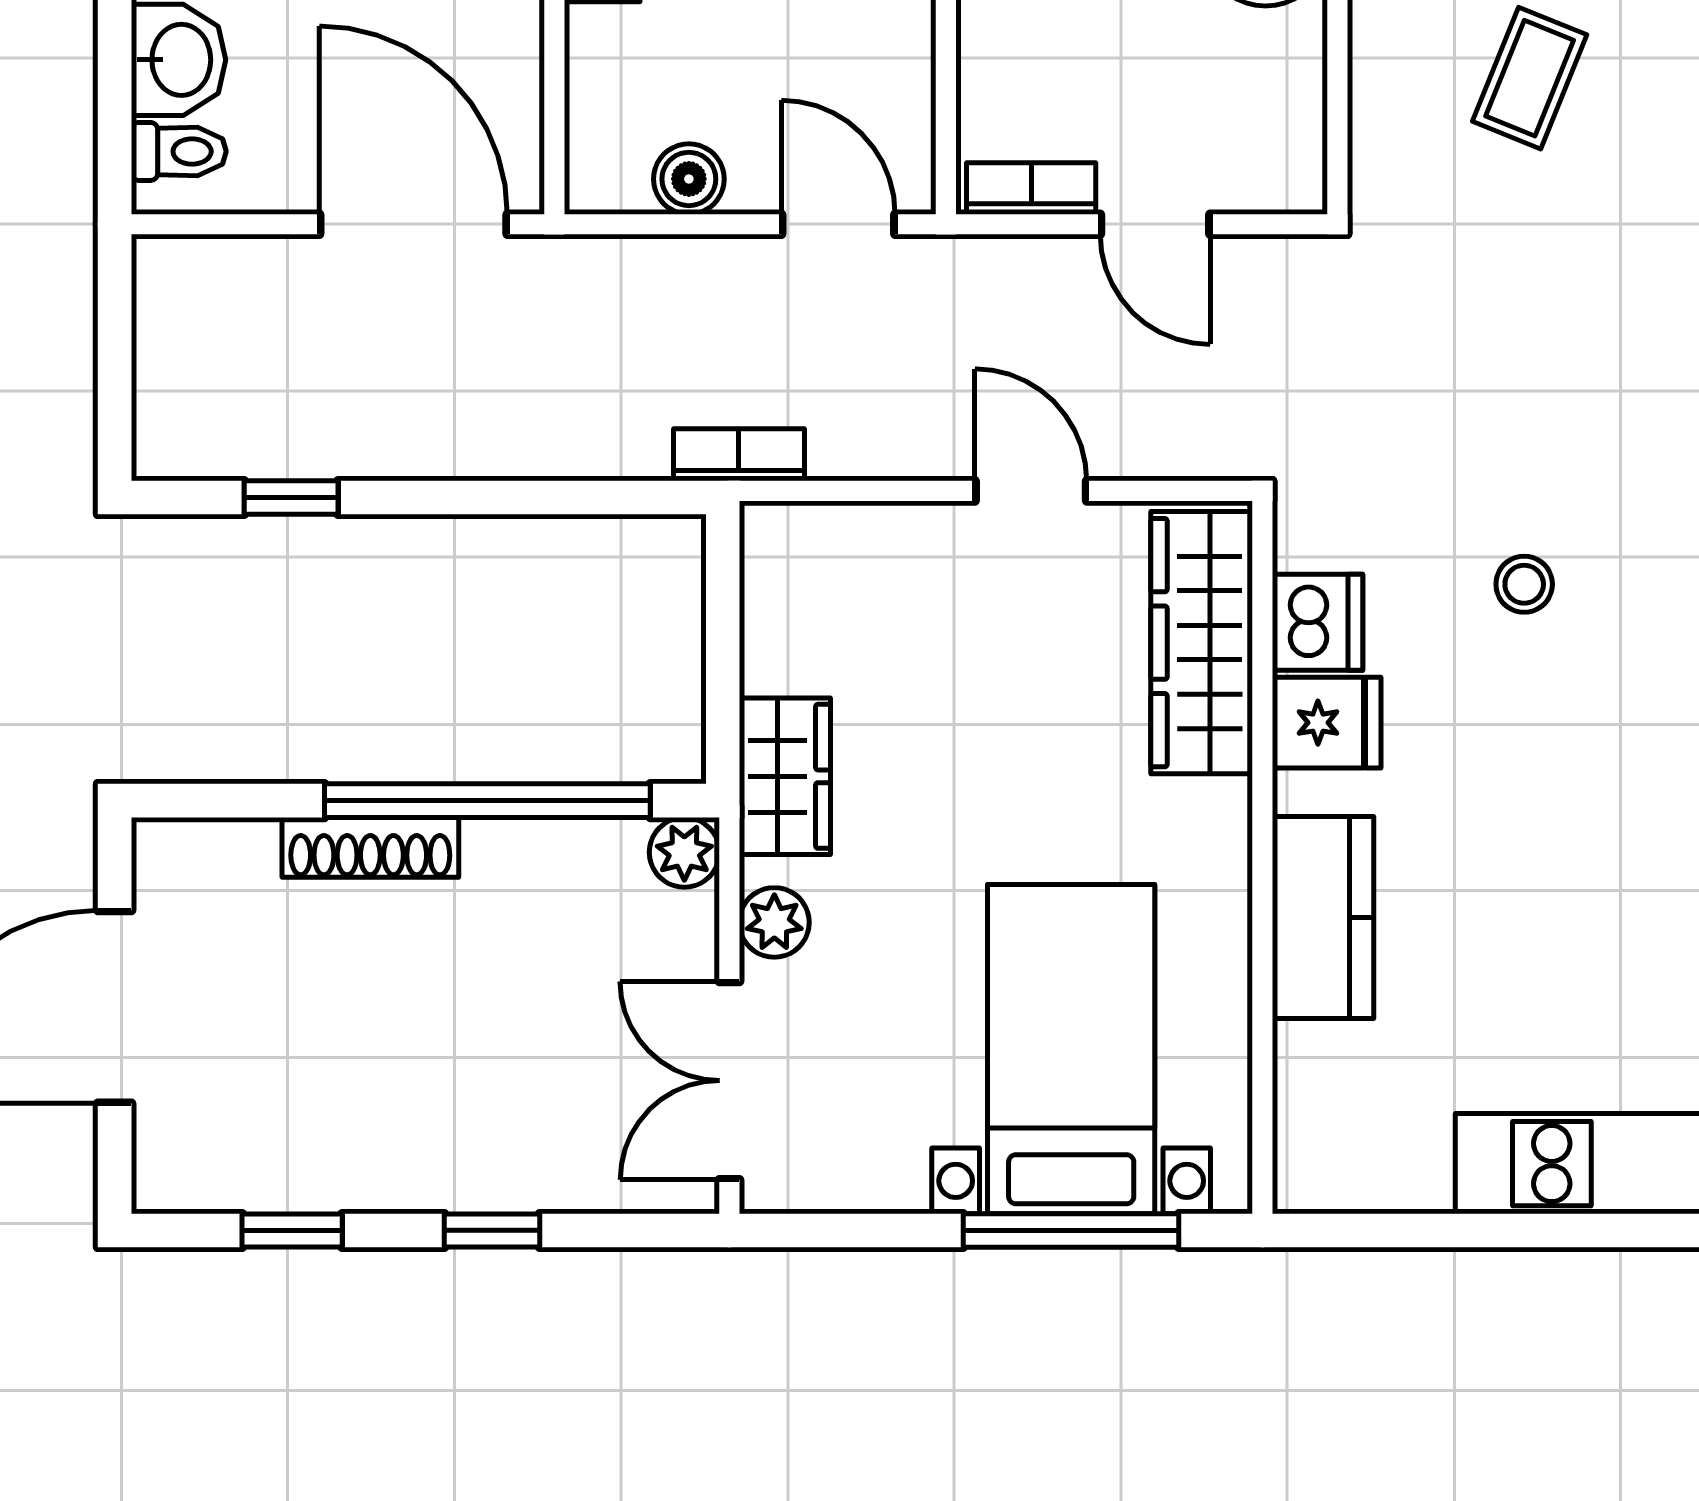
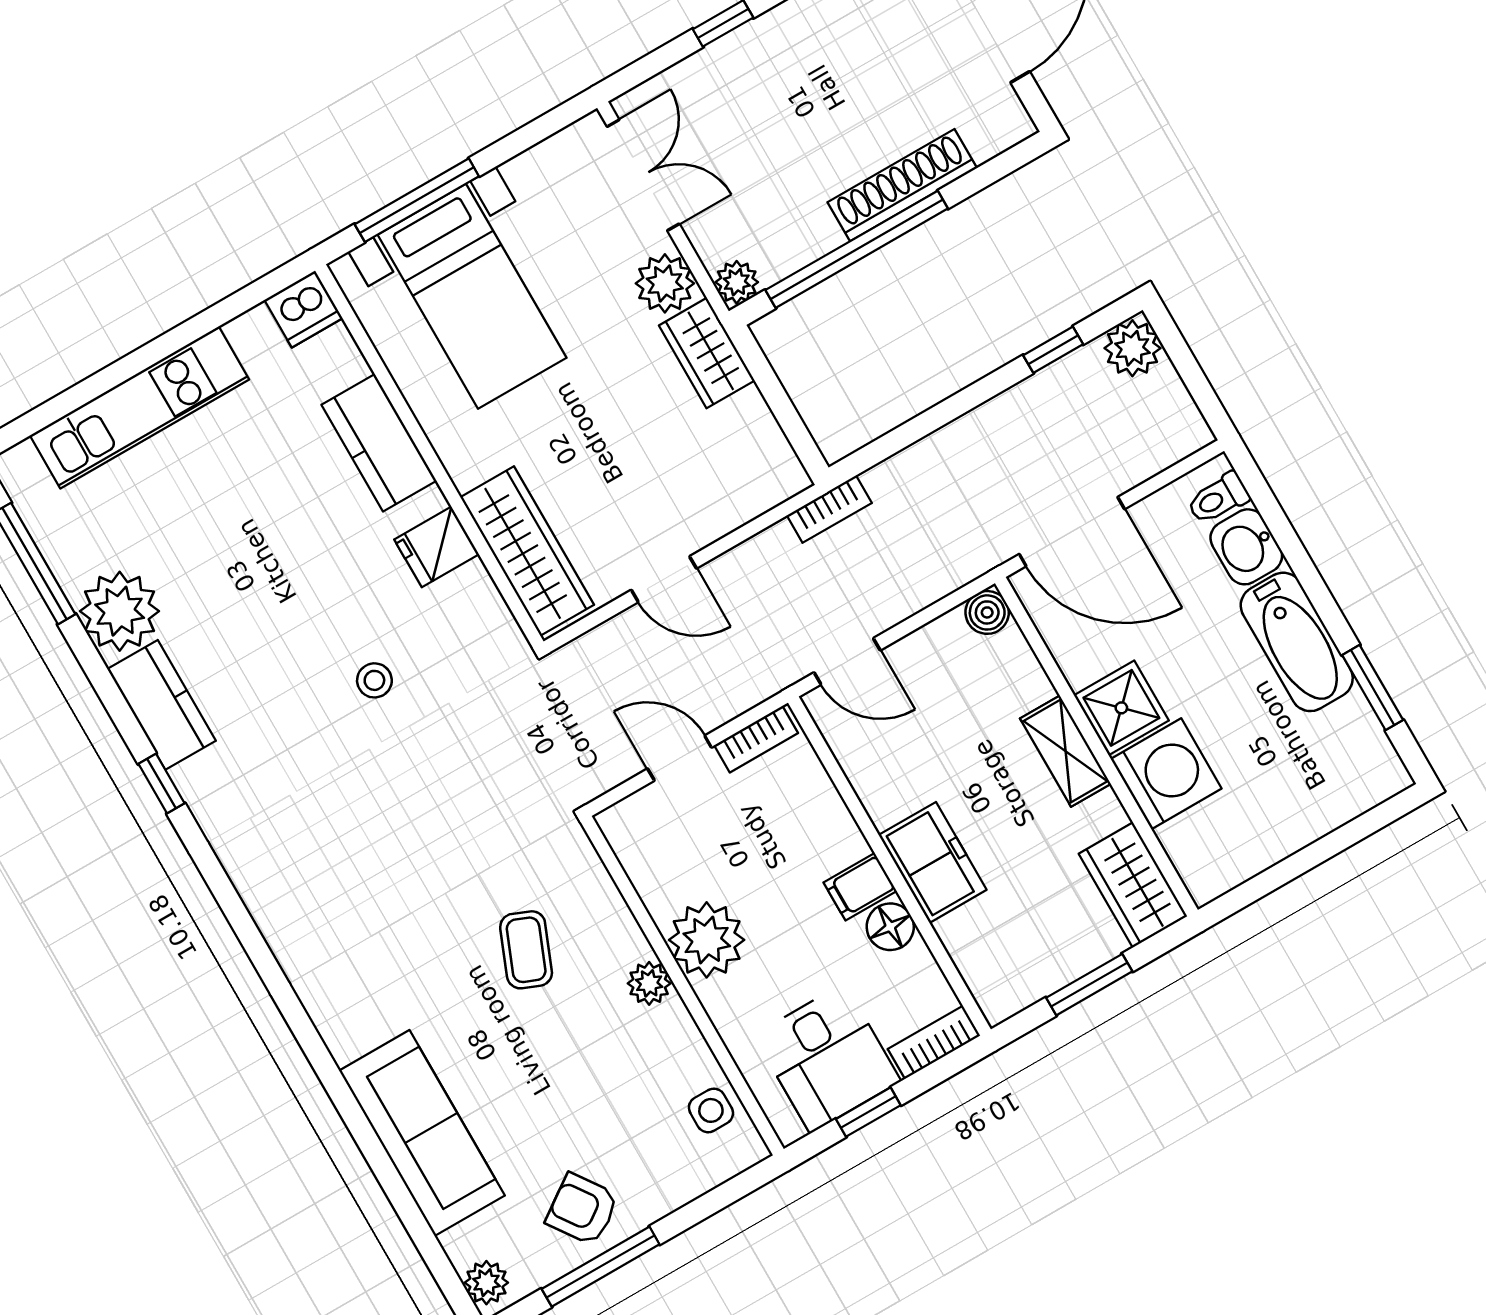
boiler: (689, 179) -> (987, 612), moved
plant: (177, 435) -> (1132, 348), added
dishwasher: (1318, 622) -> (304, 309), moved, turned -90
shoe rack: (370, 847) -> (902, 185), width x1.36, depth x1.24
plant: (774, 922) -> (665, 283), width x1.38, depth x1.38

